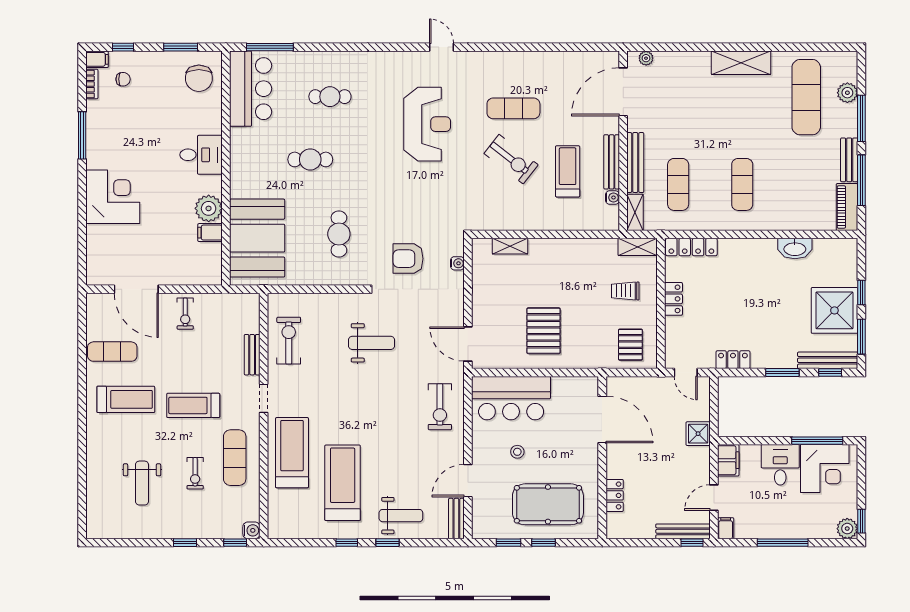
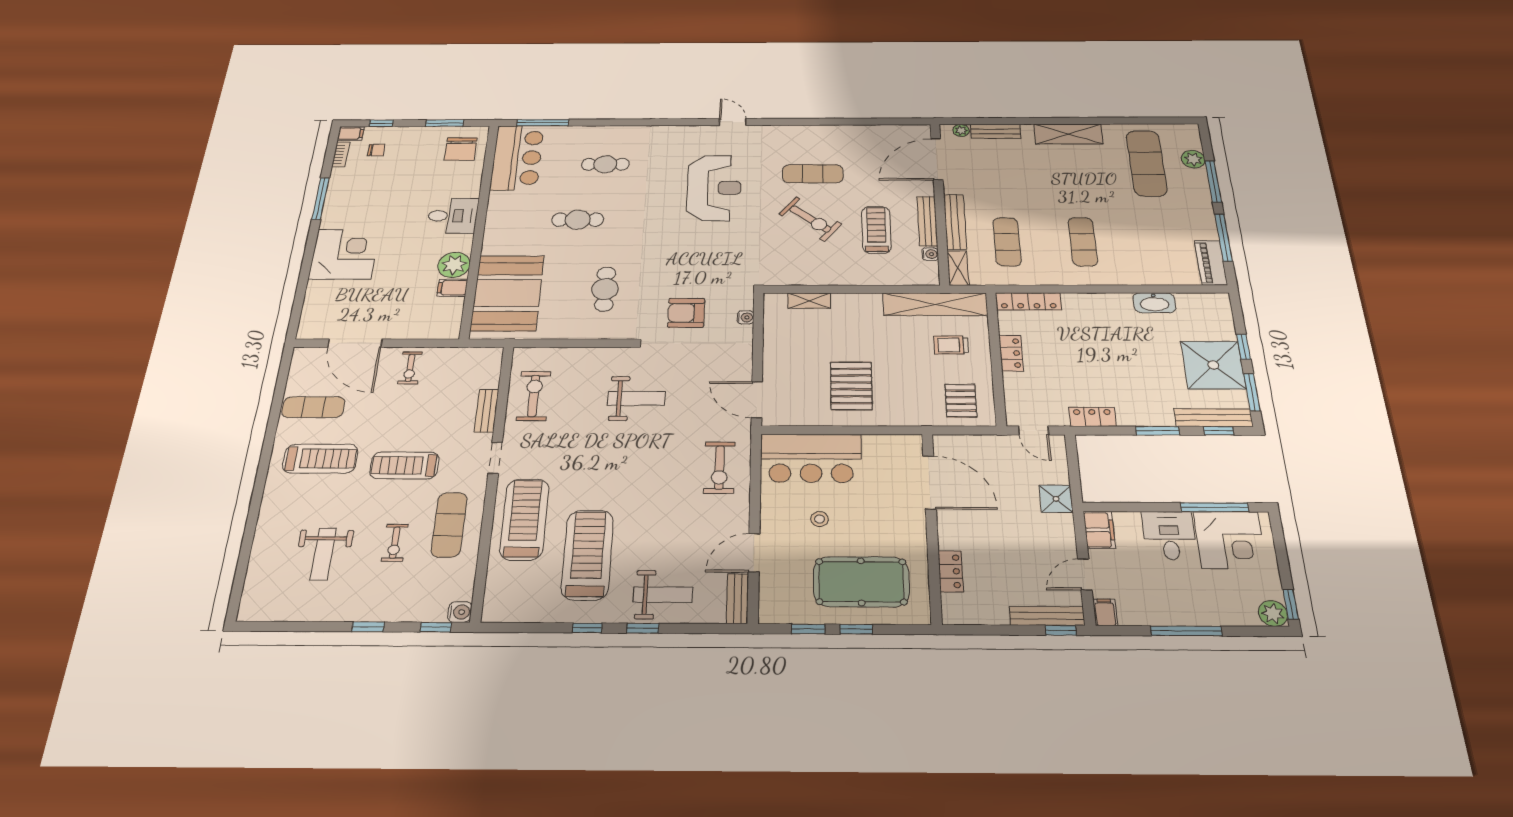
bench: (849, 160) -> (996, 131), moved, turned 90
shelving: (638, 247) -> (935, 304), width x2.20, depth x1.33

